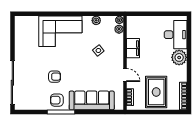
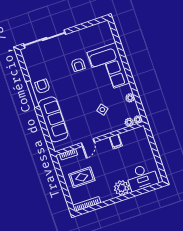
filing cabinet: (133, 48) -> (116, 141), width x0.50
armchair: (55, 77) -> (78, 65), moved
rug: (156, 92) -> (82, 177), width x0.73, depth x0.70

